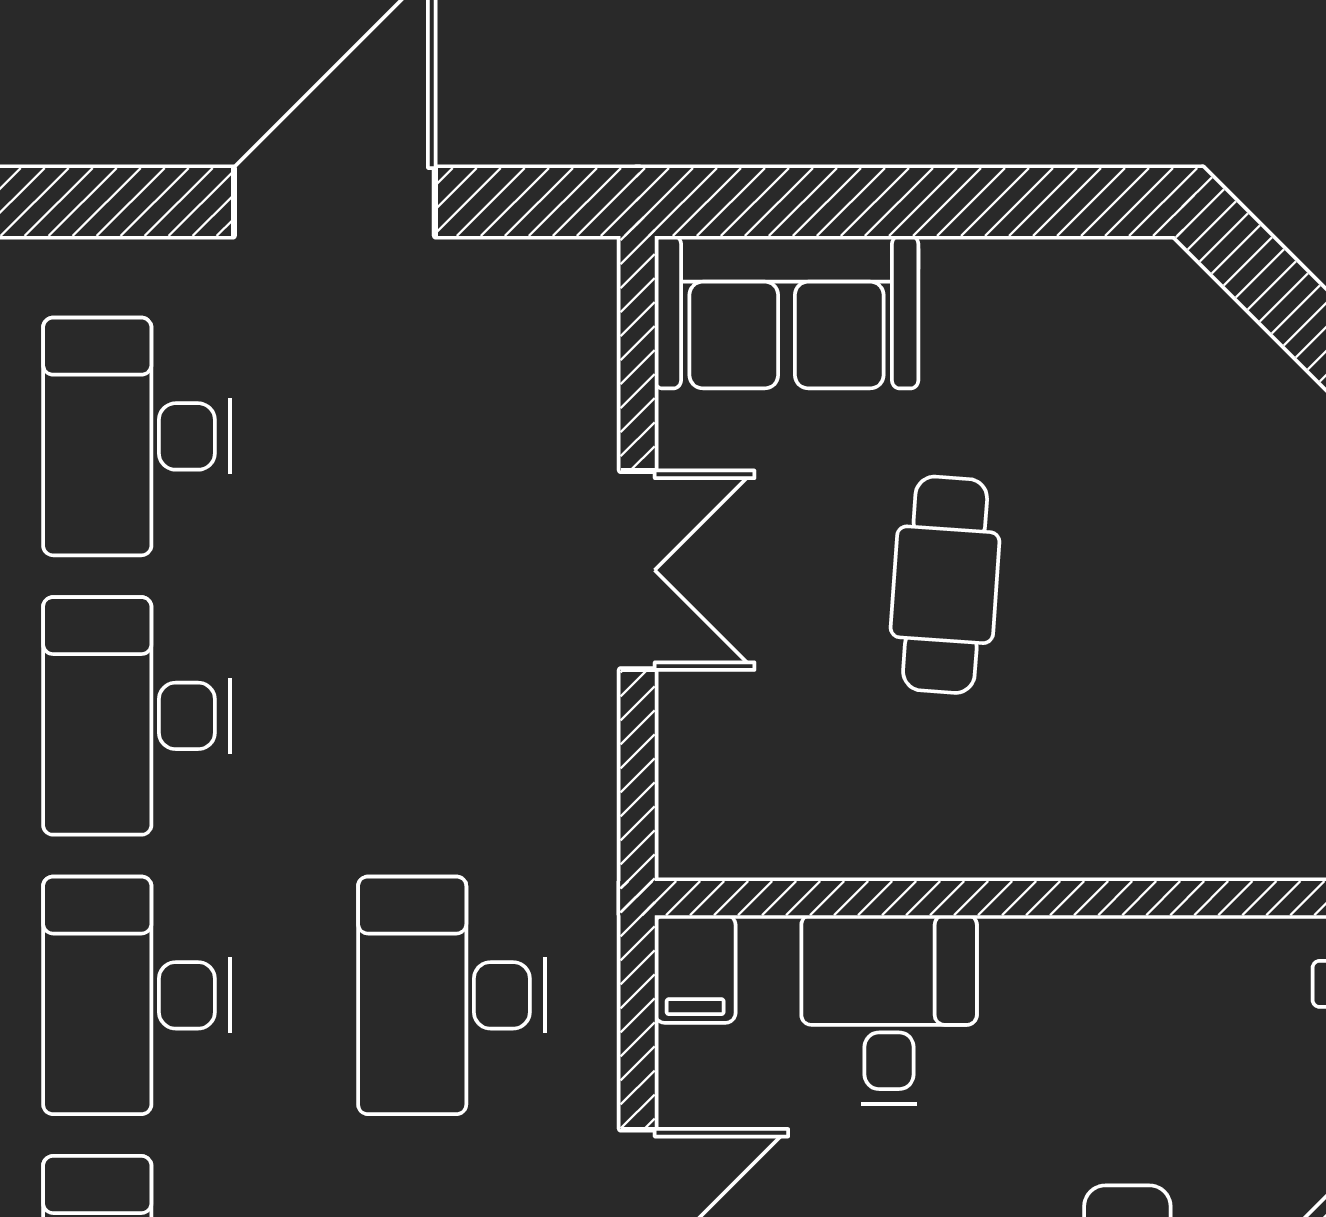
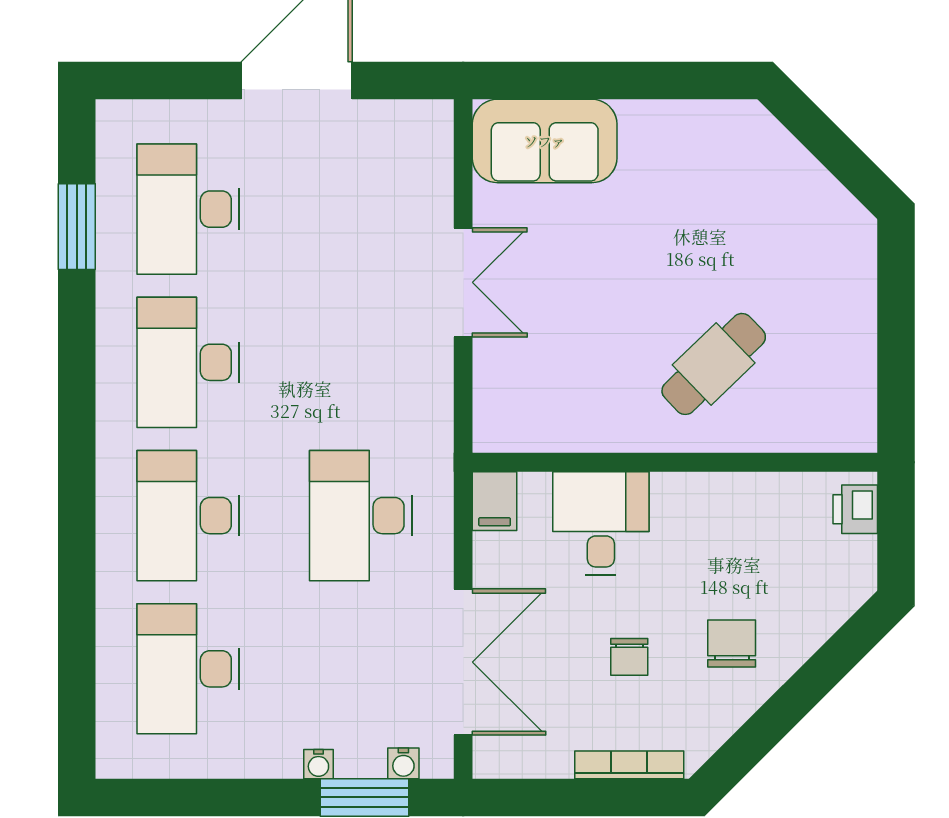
cafe table: (945, 585) -> (714, 364), moved, turned 42

